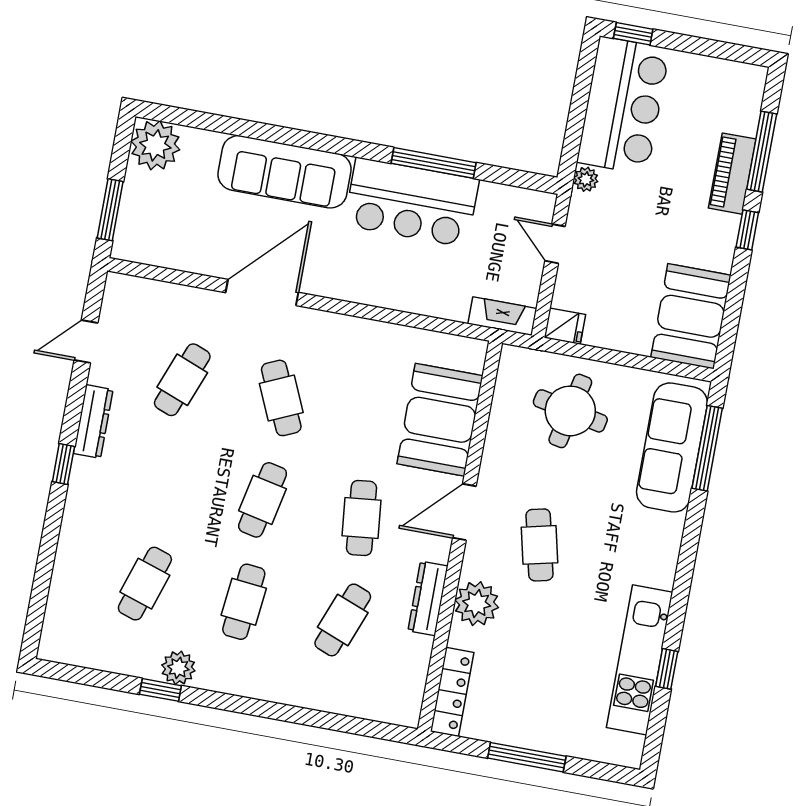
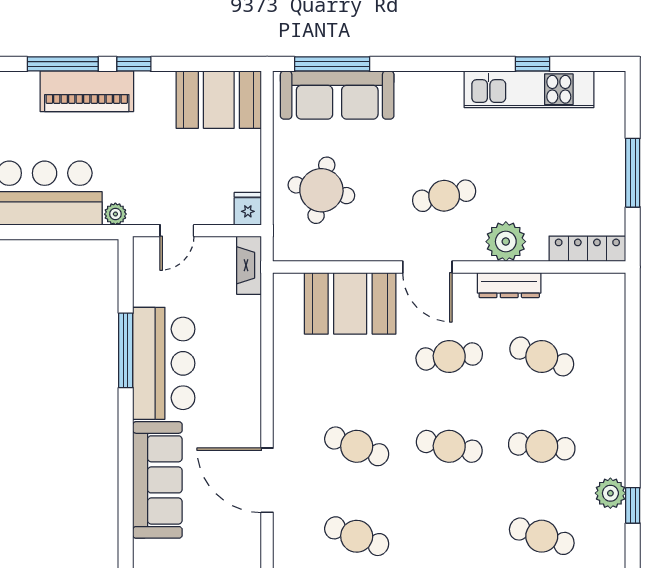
piano: (732, 174) -> (87, 91), width x1.37, depth x1.33
cafe table: (281, 398) -> (357, 446), turned 45

